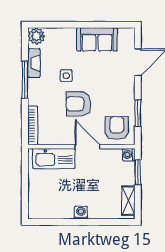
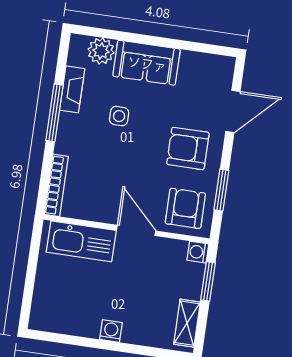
plant: (36, 36) -> (101, 51), moved
sofa: (97, 39) -> (147, 63), moved
armchair: (78, 104) -> (188, 148), moved

